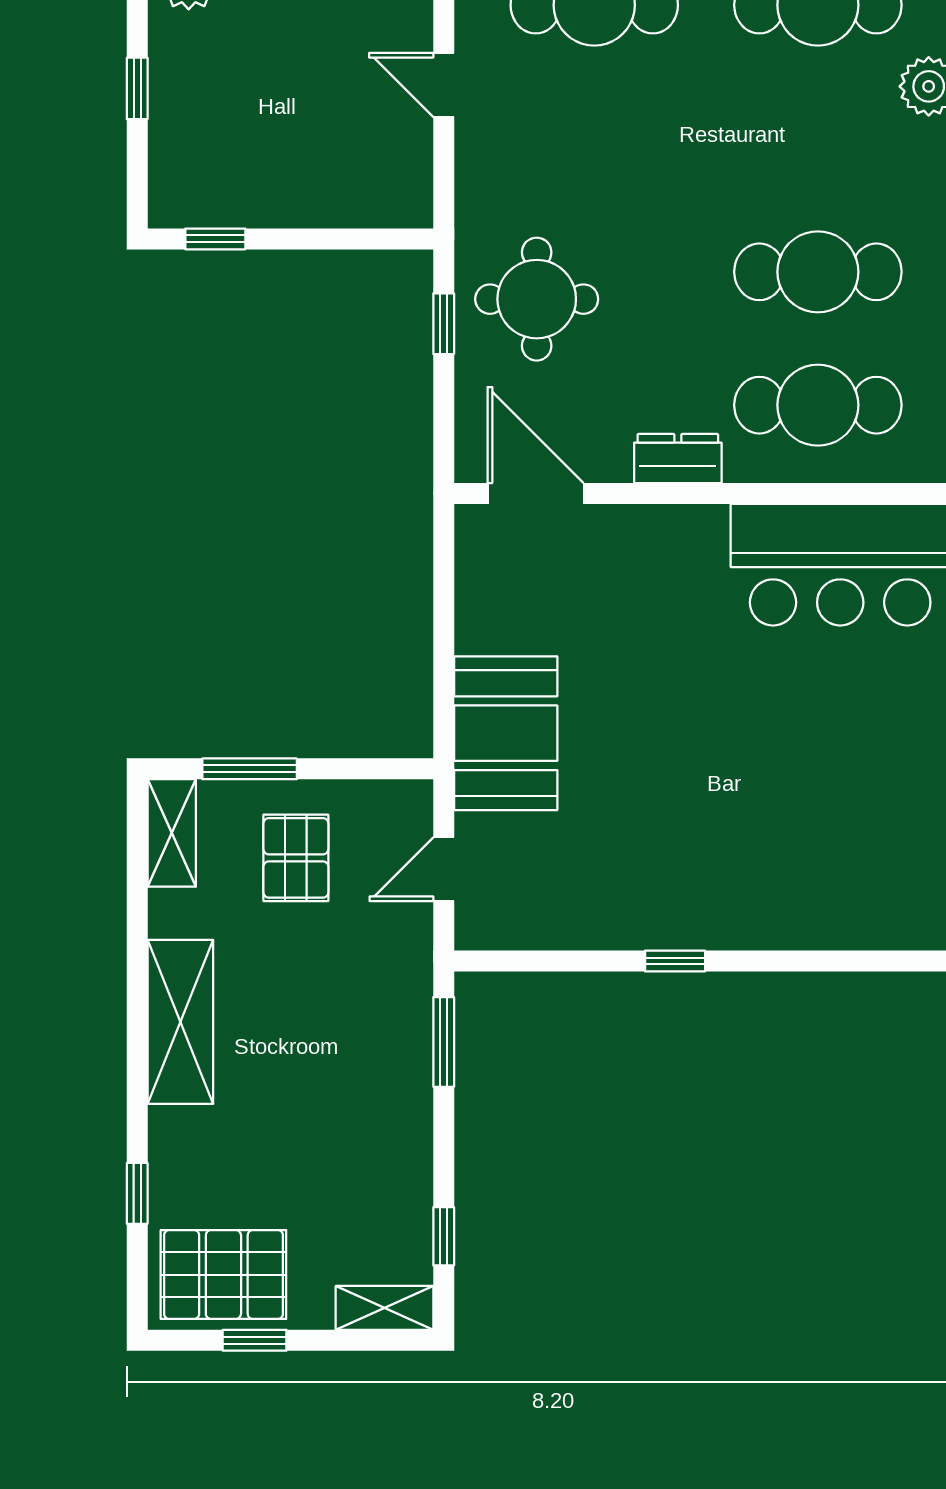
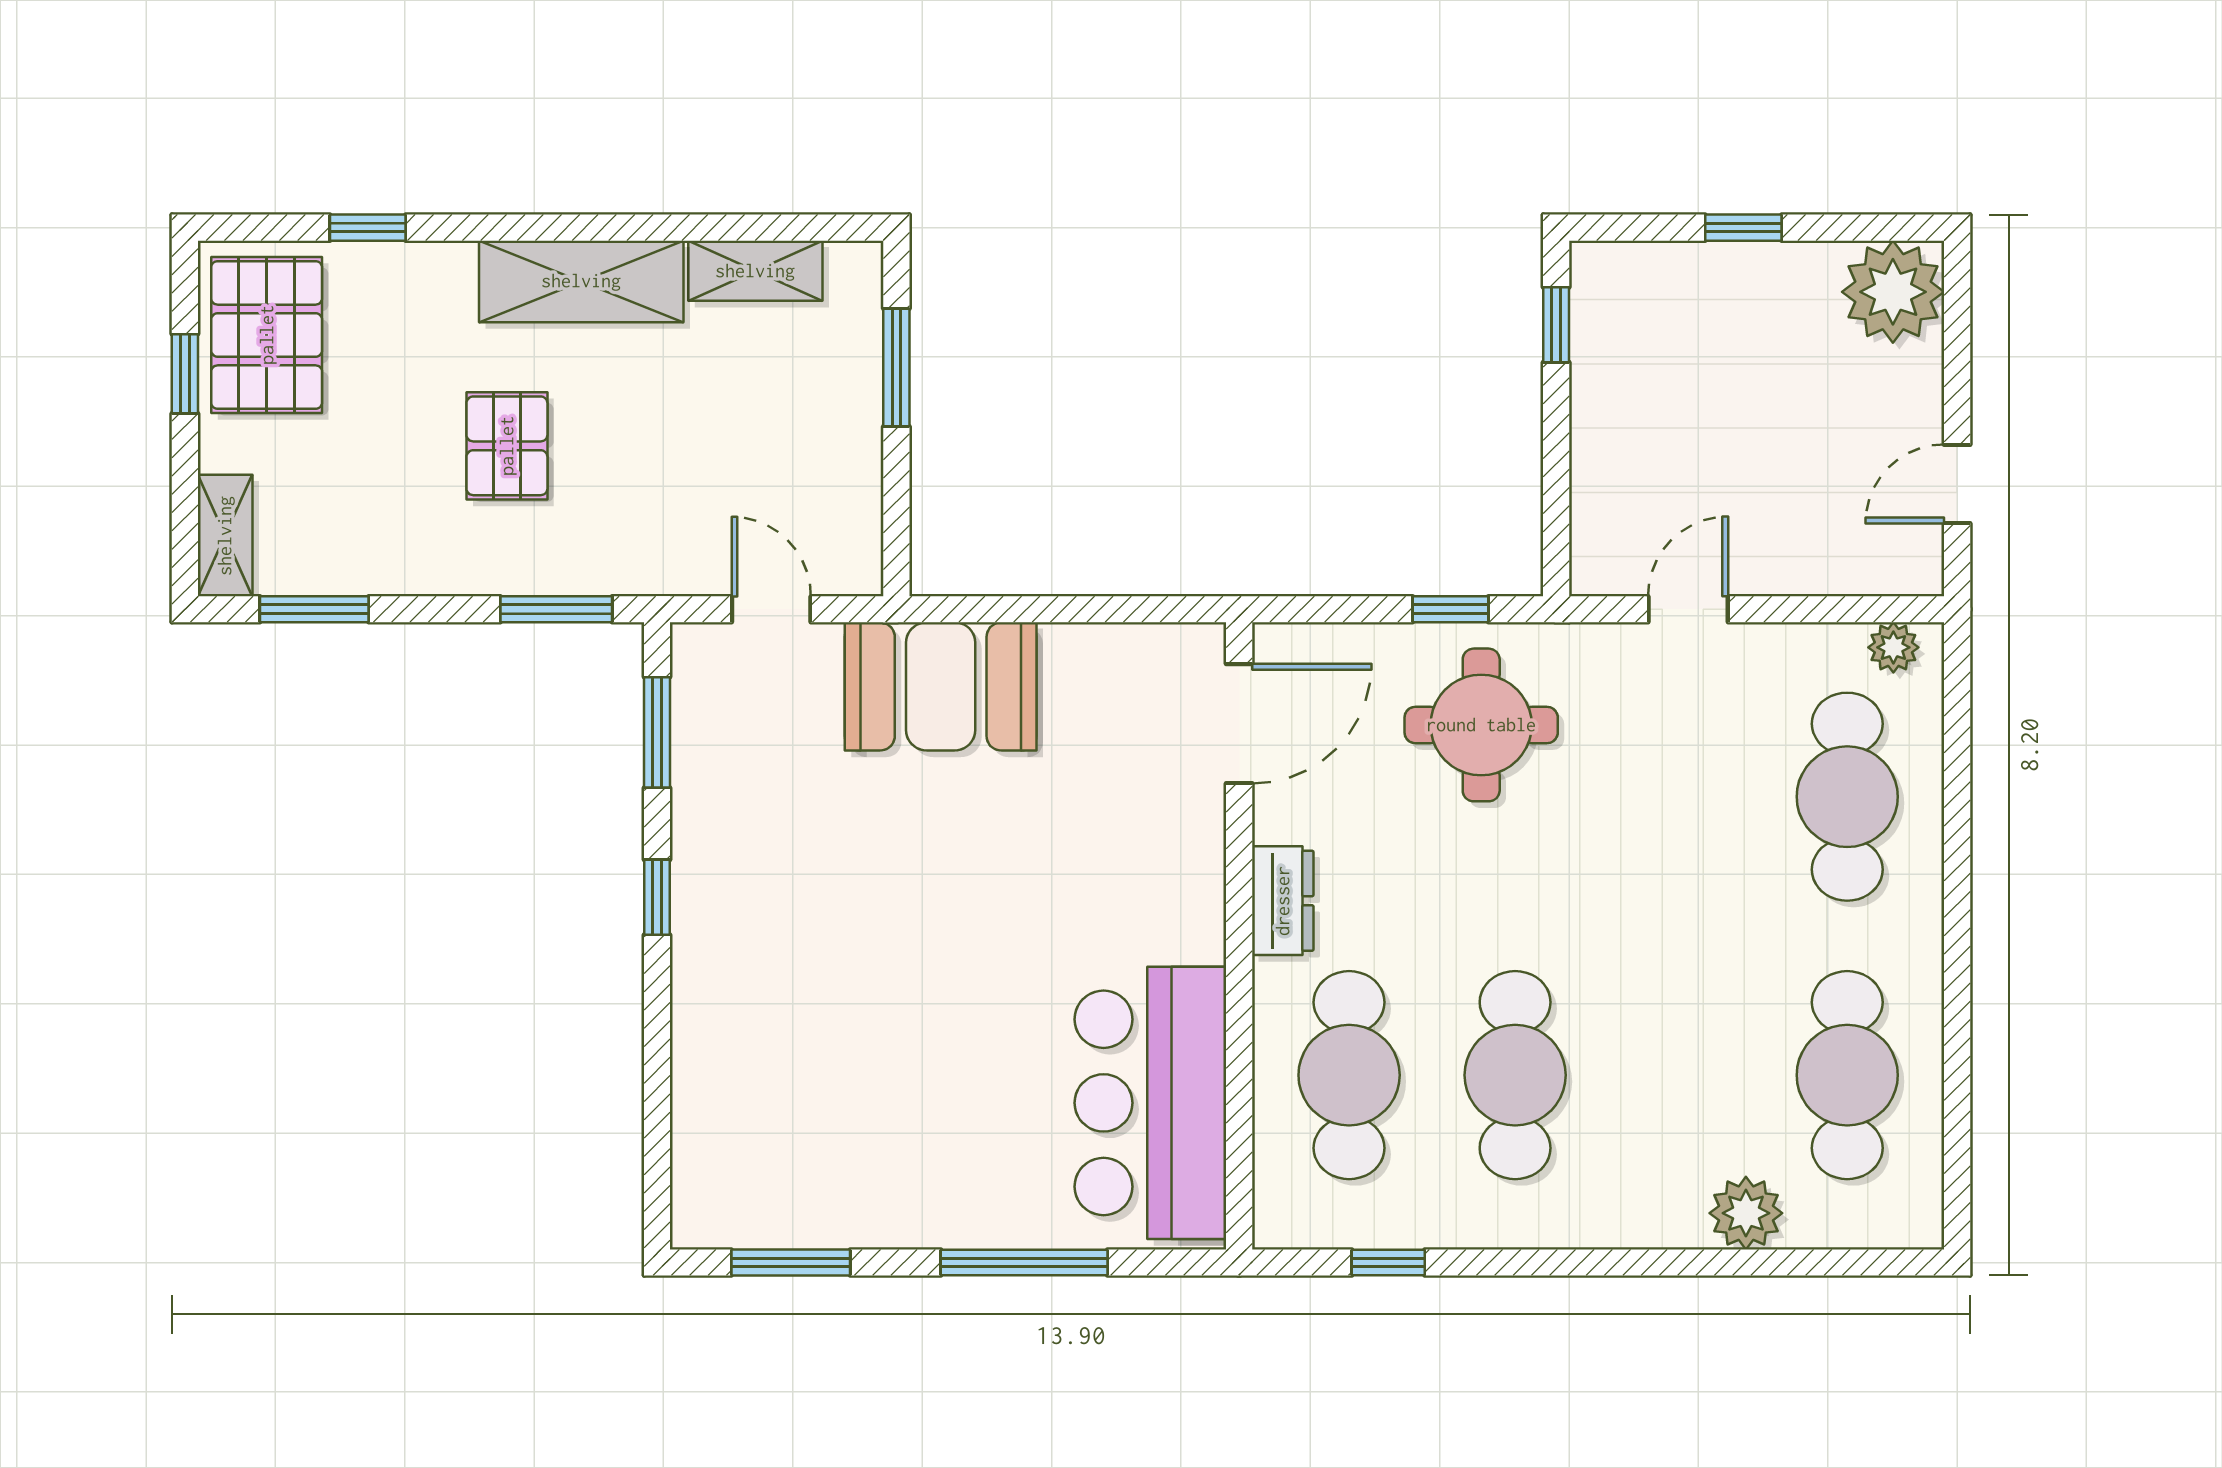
door: (444, 85) -> (1688, 609), moved
shelving: (172, 833) -> (755, 271), moved
pallet: (296, 858) -> (507, 446), moved, turned 90
window: (543, 961) -> (657, 732), added
window: (444, 1236) -> (314, 609), width x1.50

